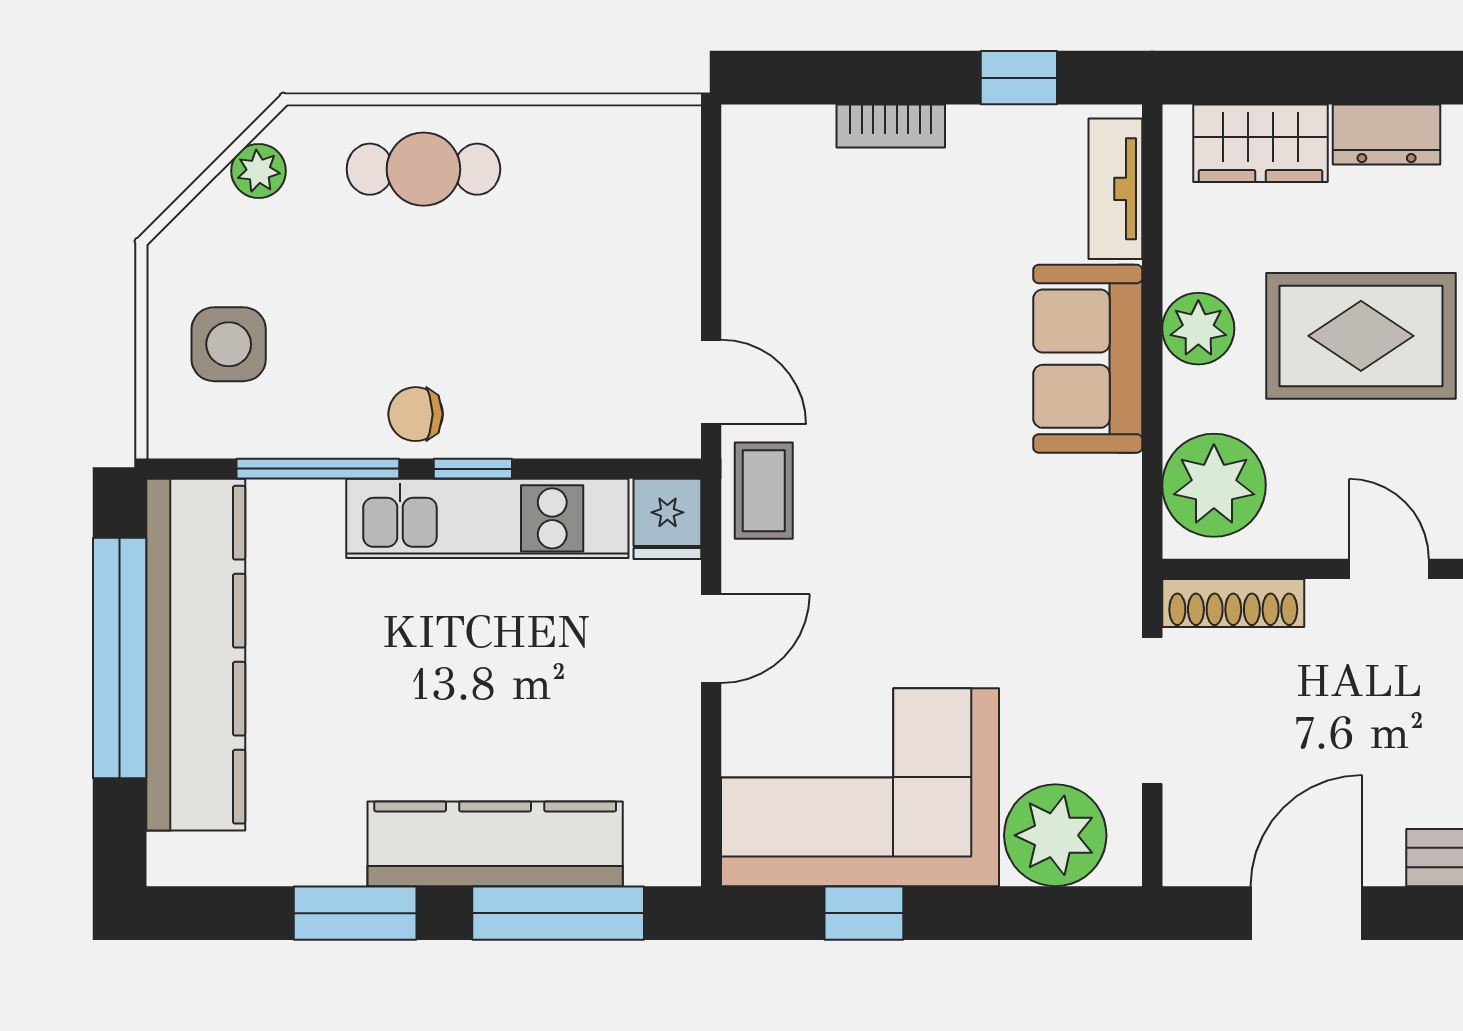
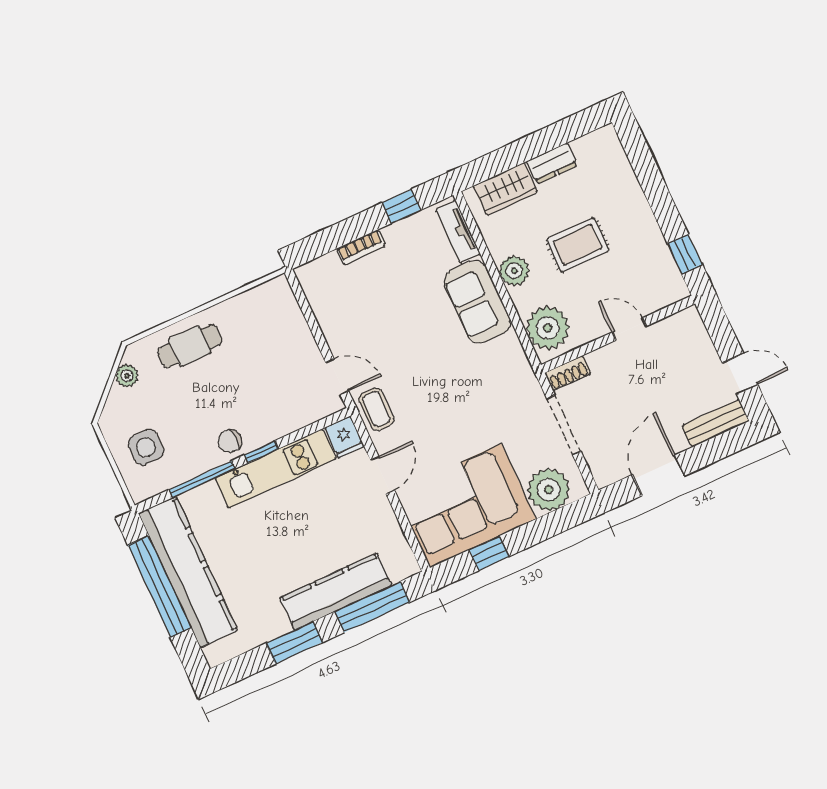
rug: (1361, 336) -> (578, 245), width x0.73, depth x0.70
shoe rack: (1233, 603) -> (568, 373), width x0.70

